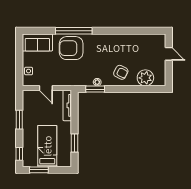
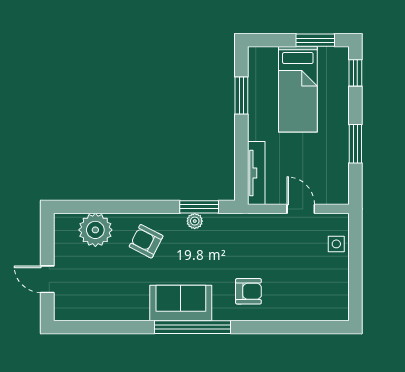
window: (74, 31) -> (193, 327), moved
sofa: (37, 42) -> (181, 303), moved
armchair: (71, 48) -> (248, 291), width x0.53, depth x0.53

